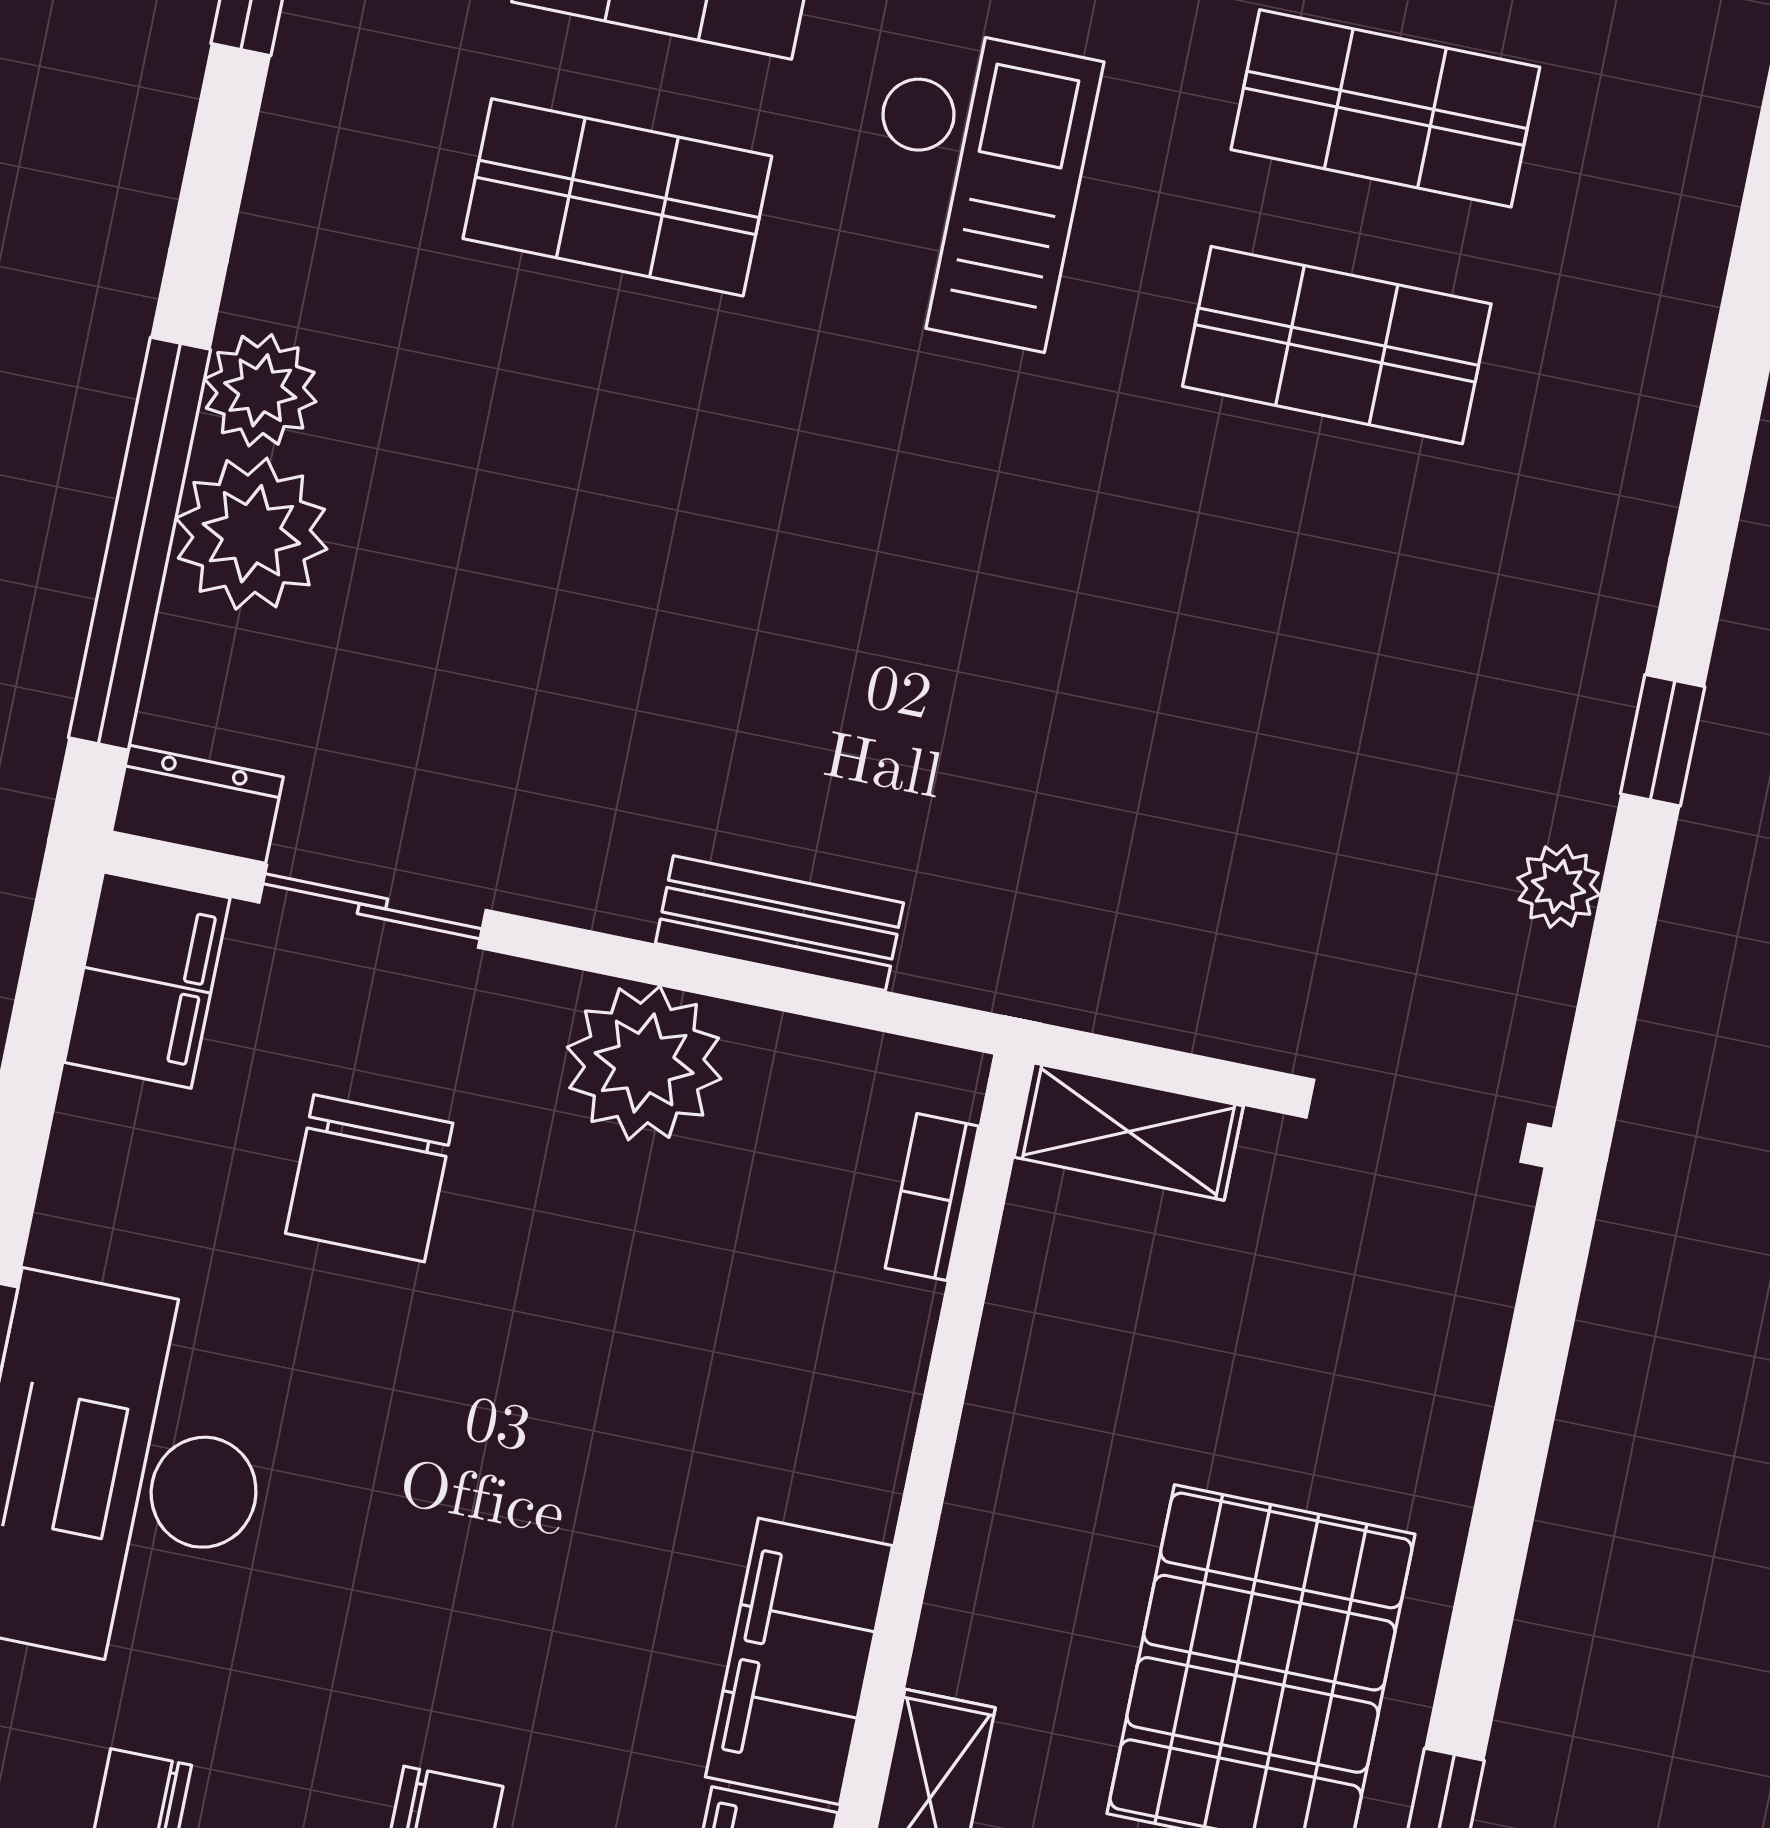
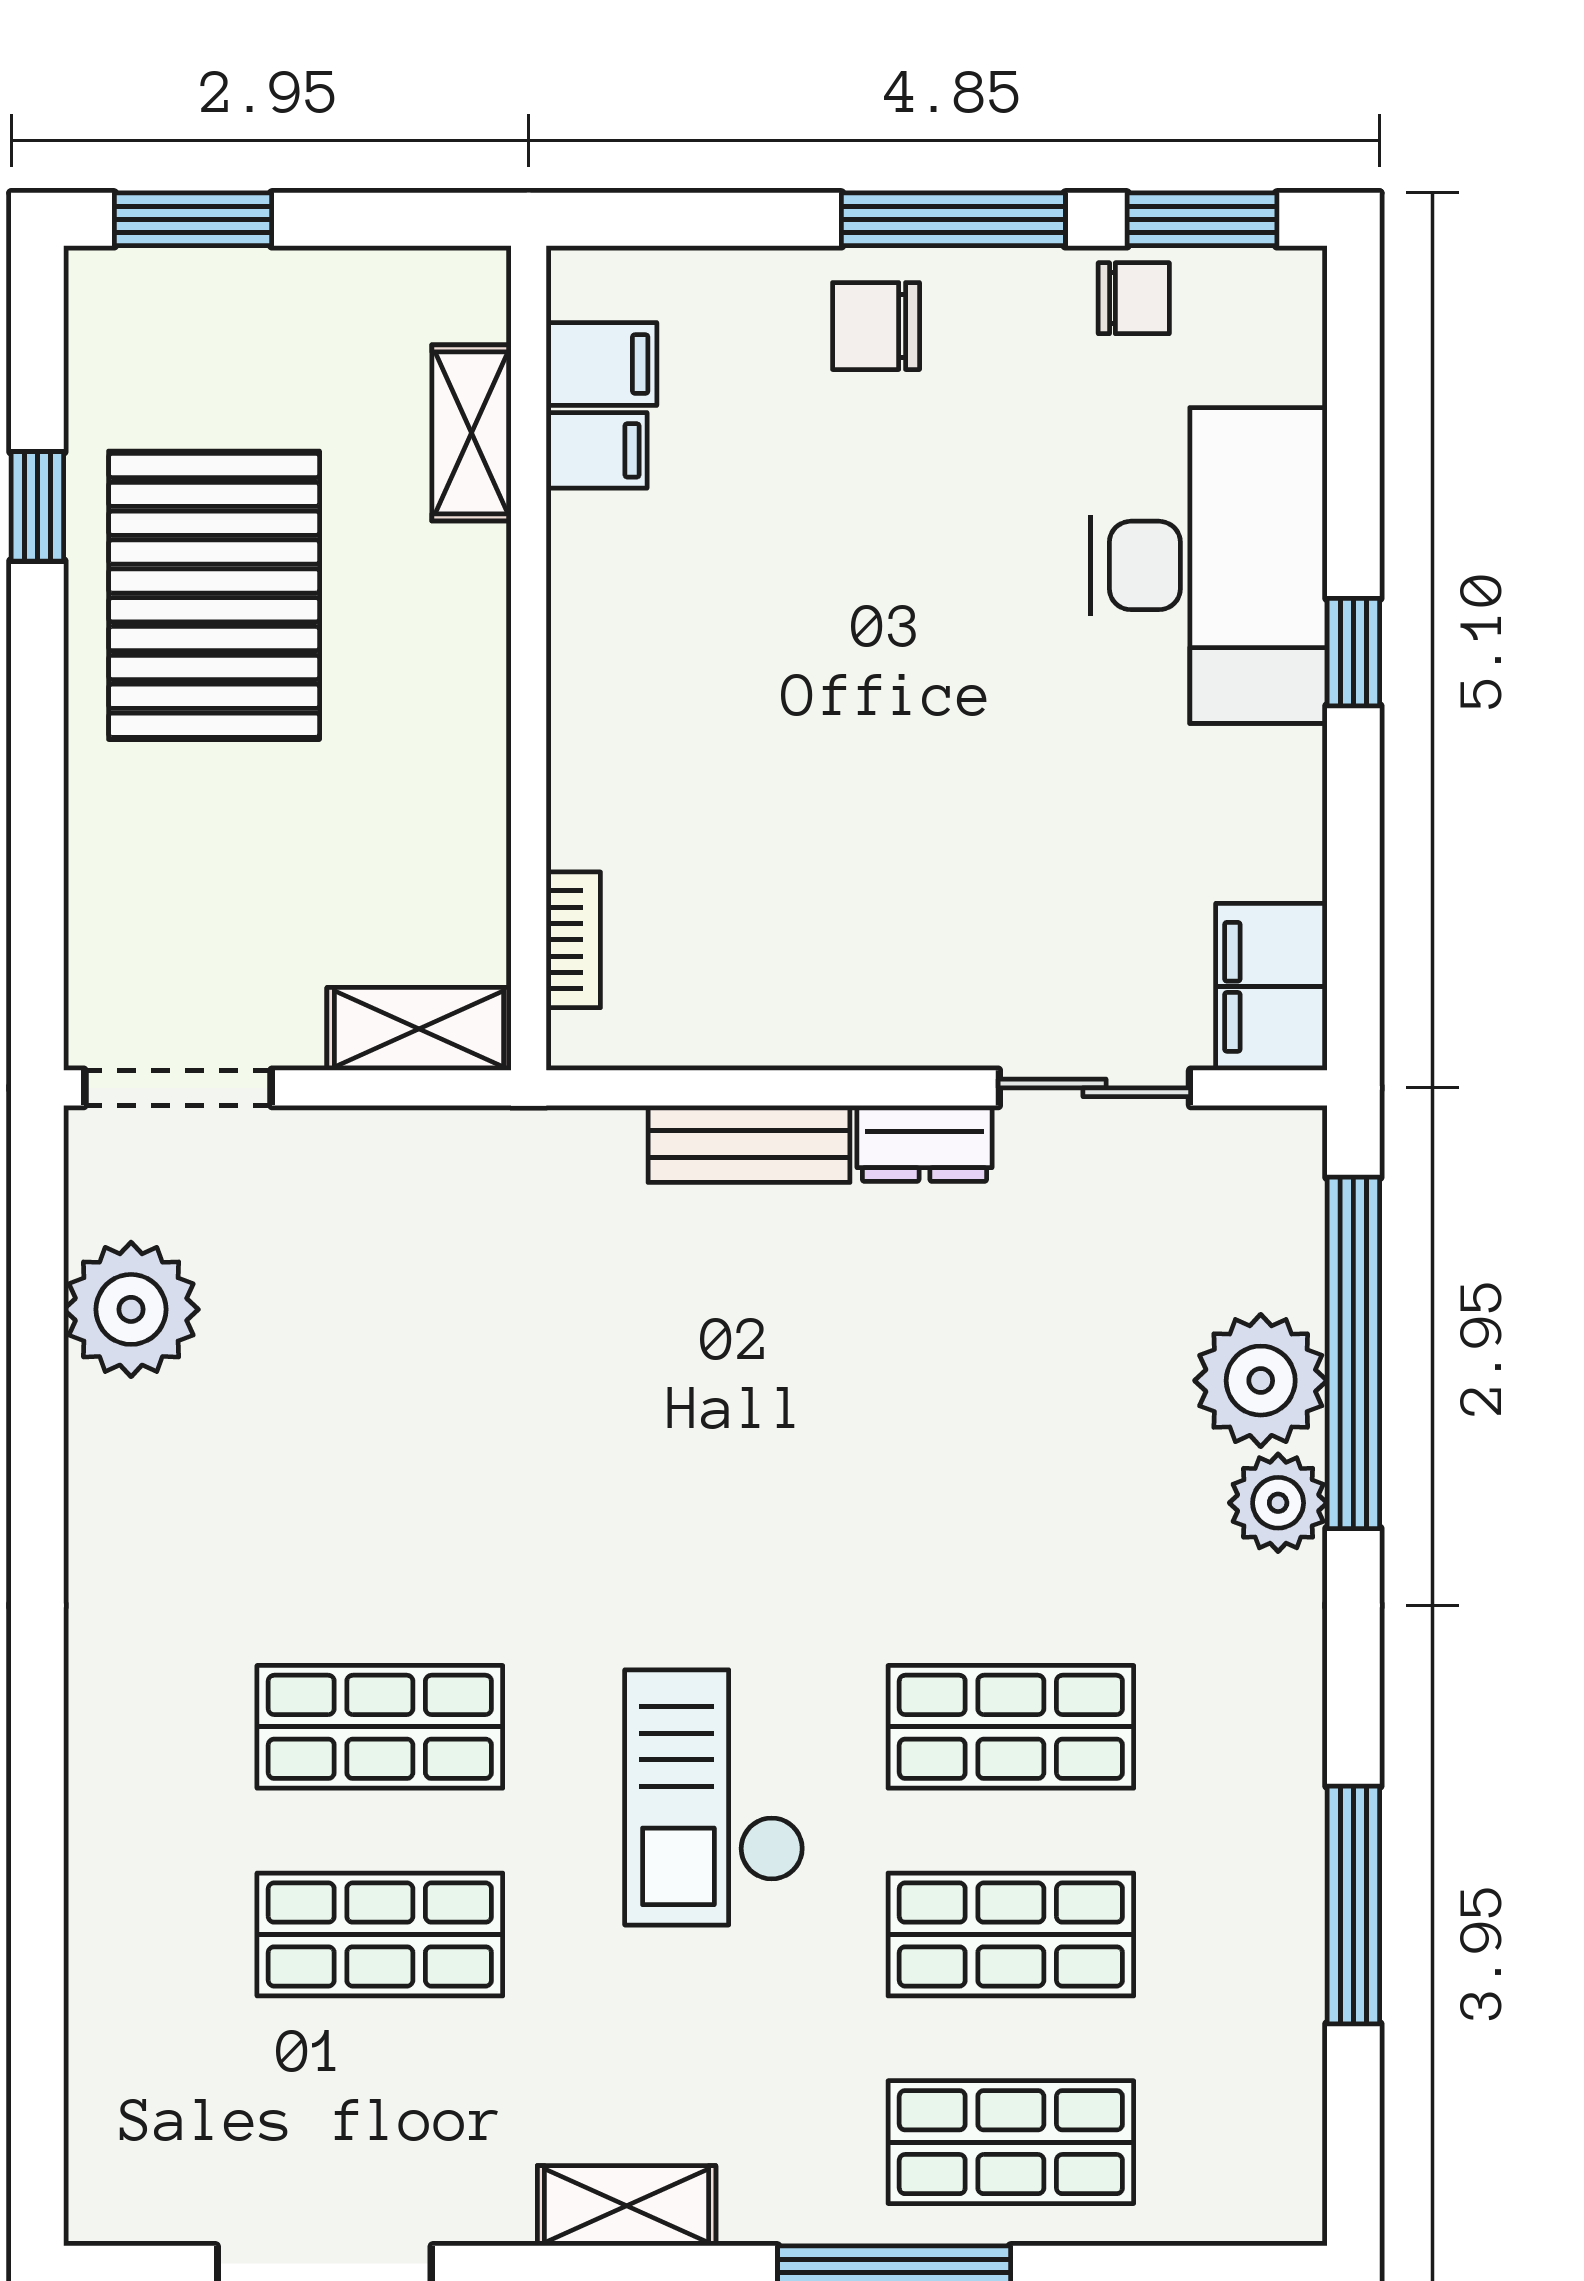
window: (1663, 740) -> (37, 1450), removed
dresser: (197, 804) -> (924, 1143), moved
plant: (1559, 886) -> (131, 1309), width x1.87, depth x1.87
plant: (644, 1063) -> (839, 1003), removed
chair: (369, 1178) -> (1050, 858), removed
filing cabinet: (799, 1661) -> (597, 450), width x0.33, depth x0.86

